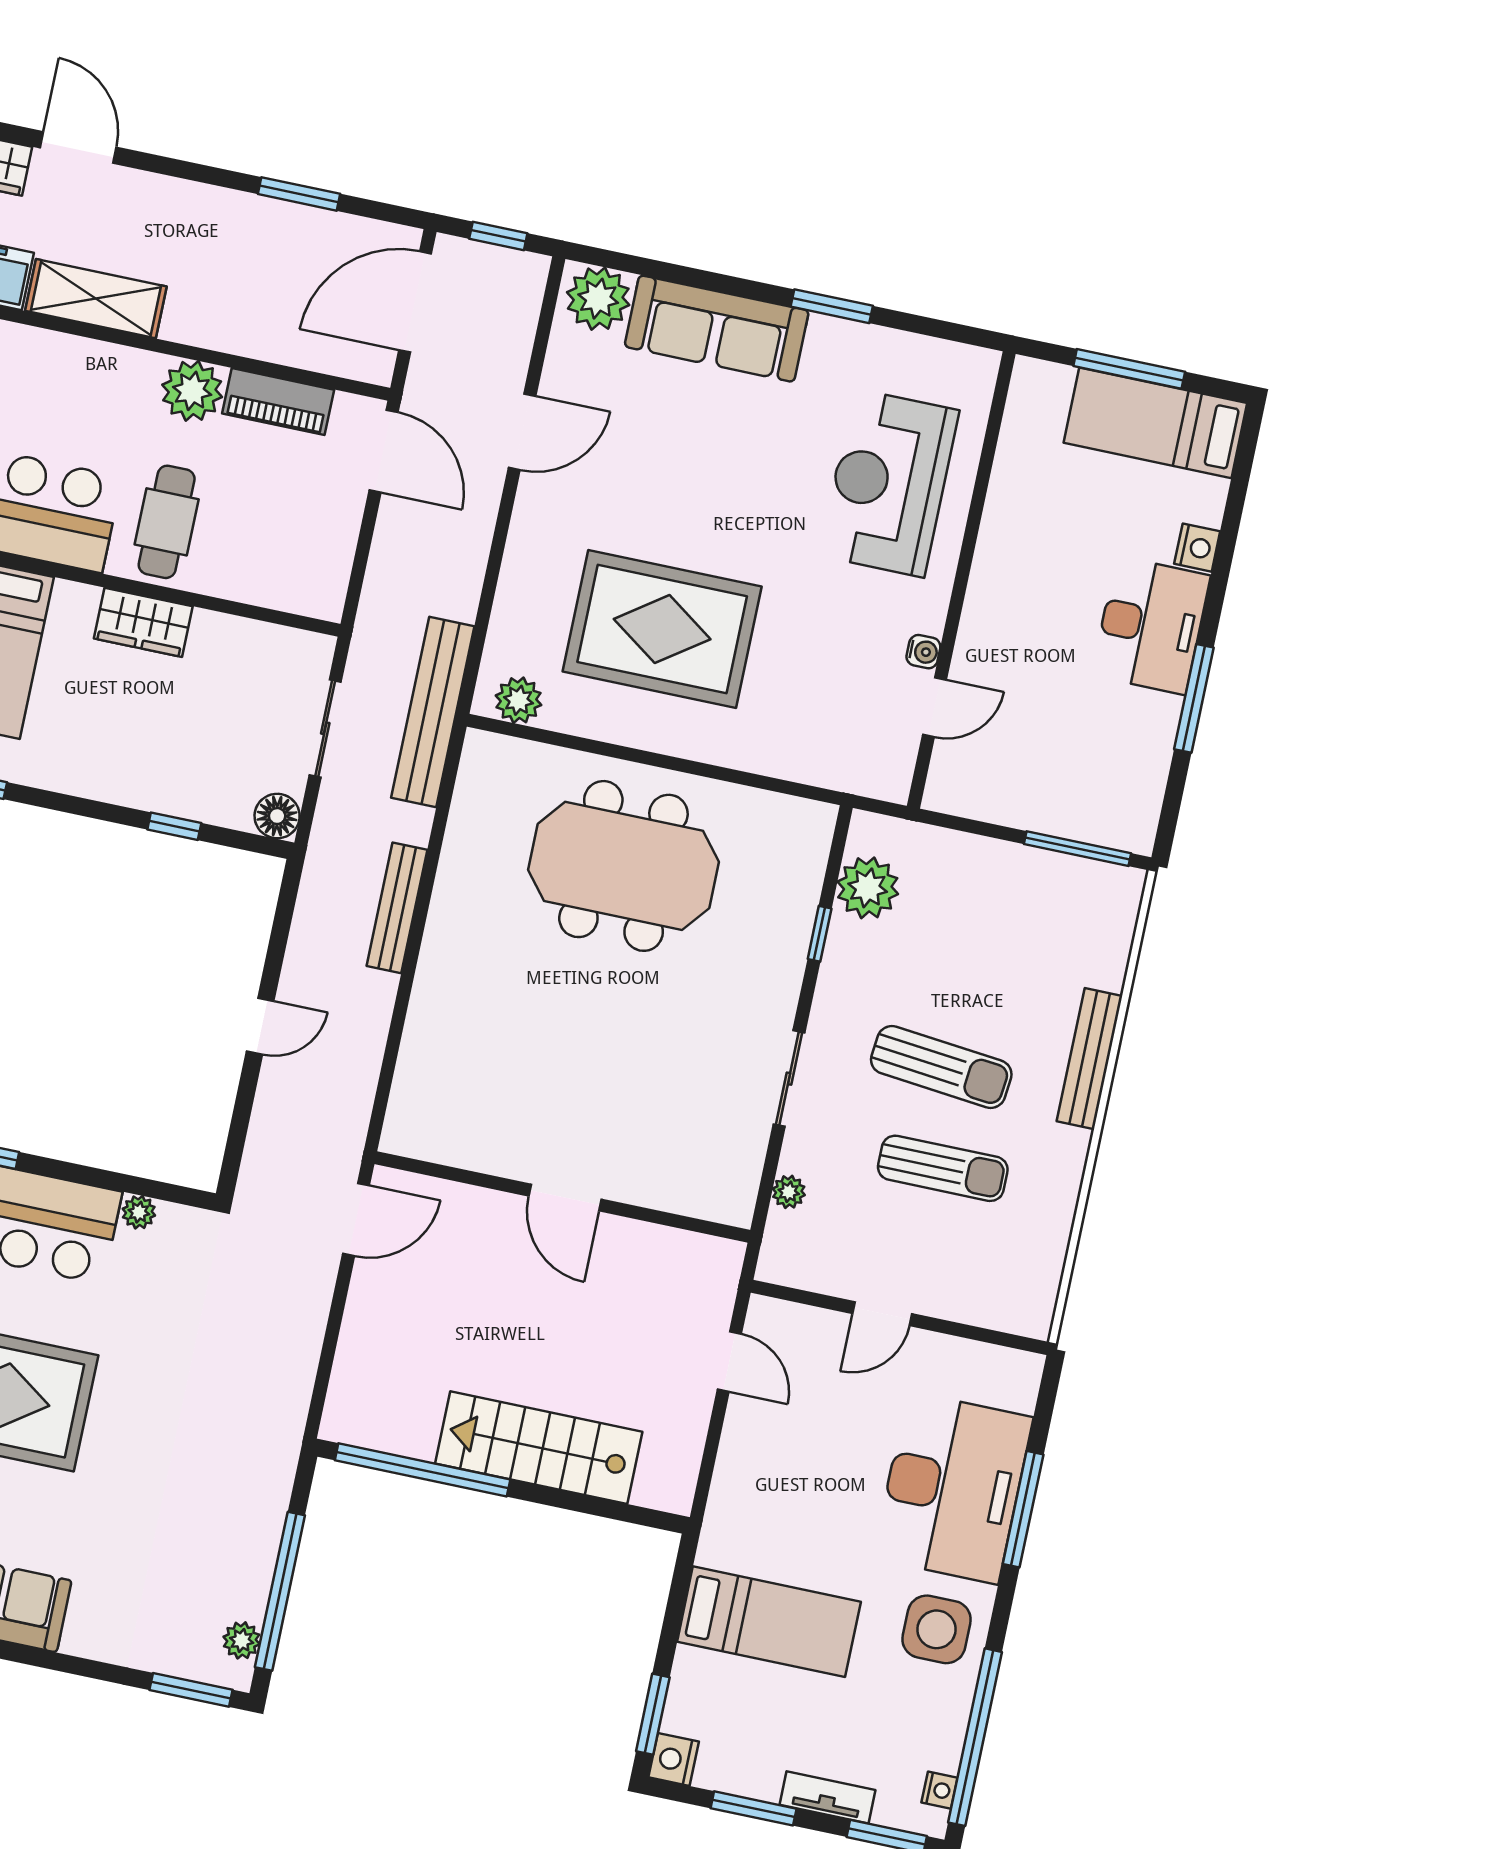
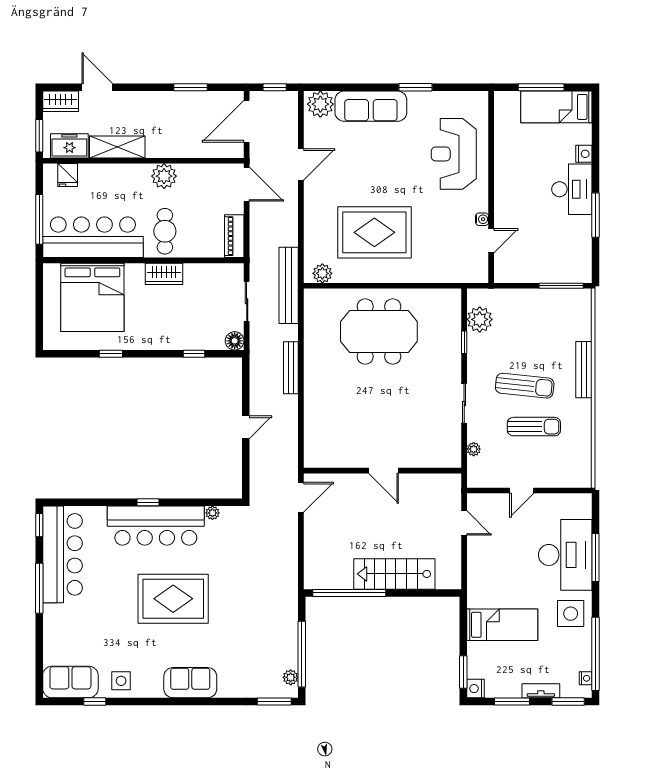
piano: (278, 402) -> (234, 236), moved, turned 90

